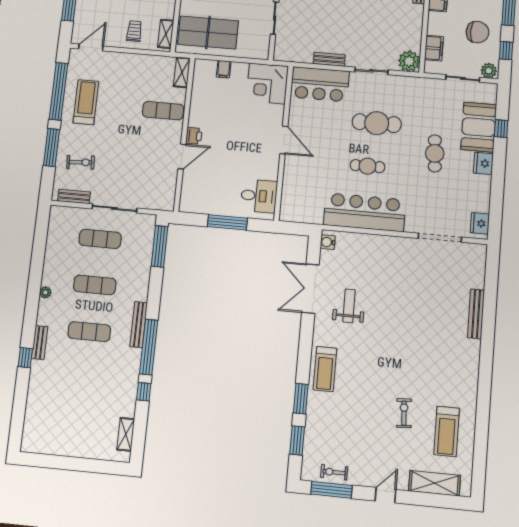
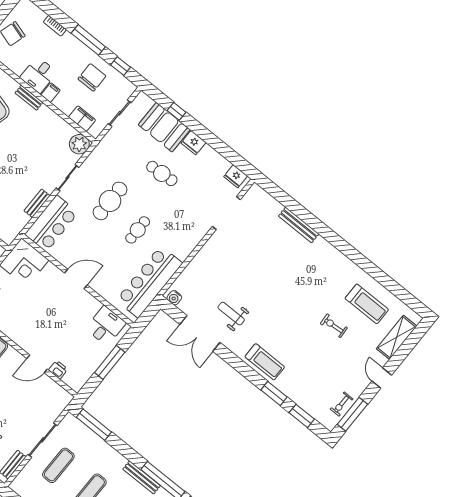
plant: (489, 71) -> (127, 90), removed
printer: (194, 136) -> (58, 370), moved
door: (182, 156) -> (37, 364), swing flipped
bar counter: (365, 212) -> (149, 282), moved

